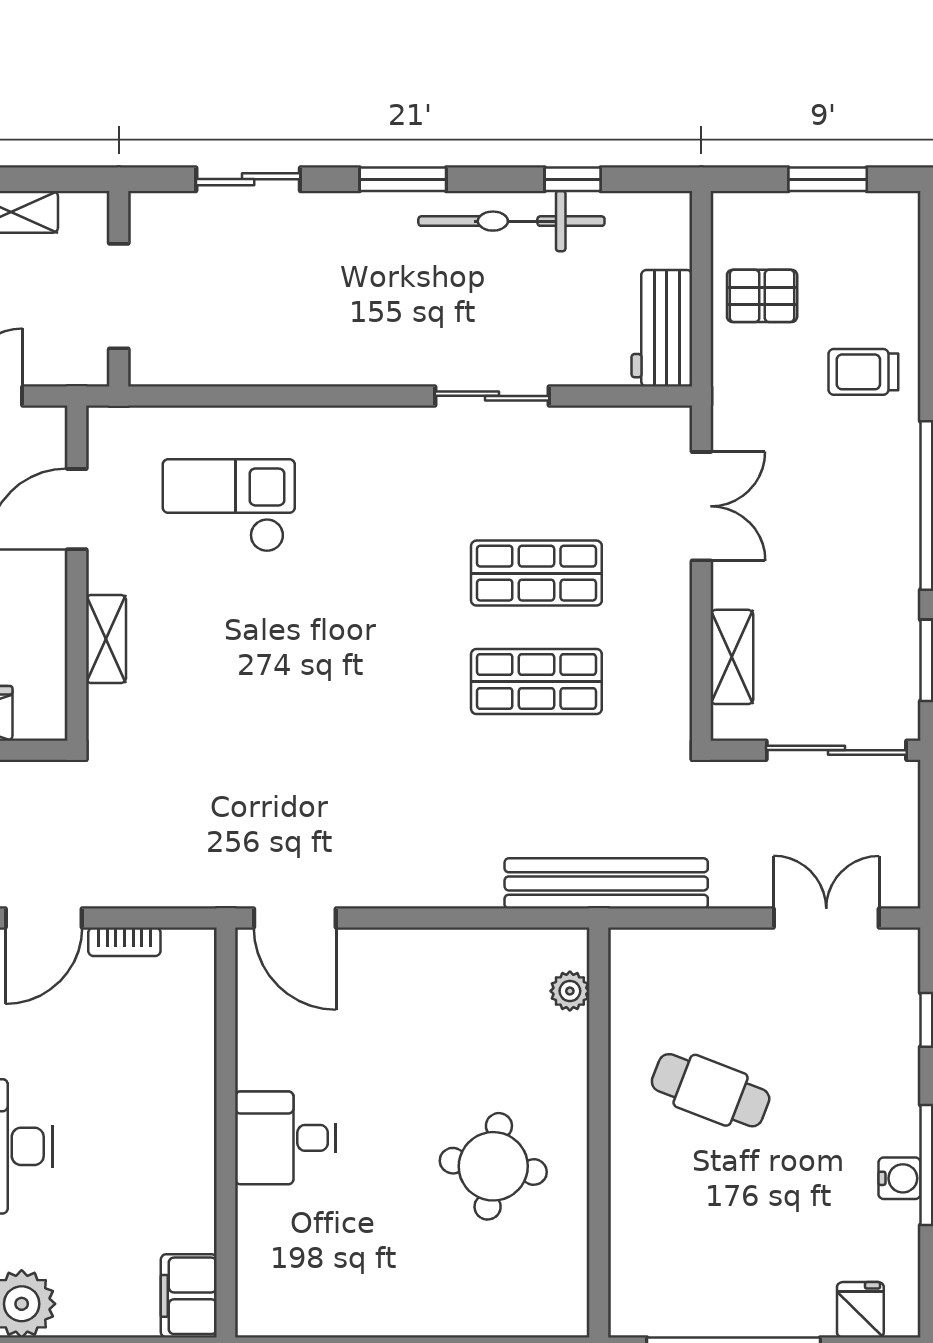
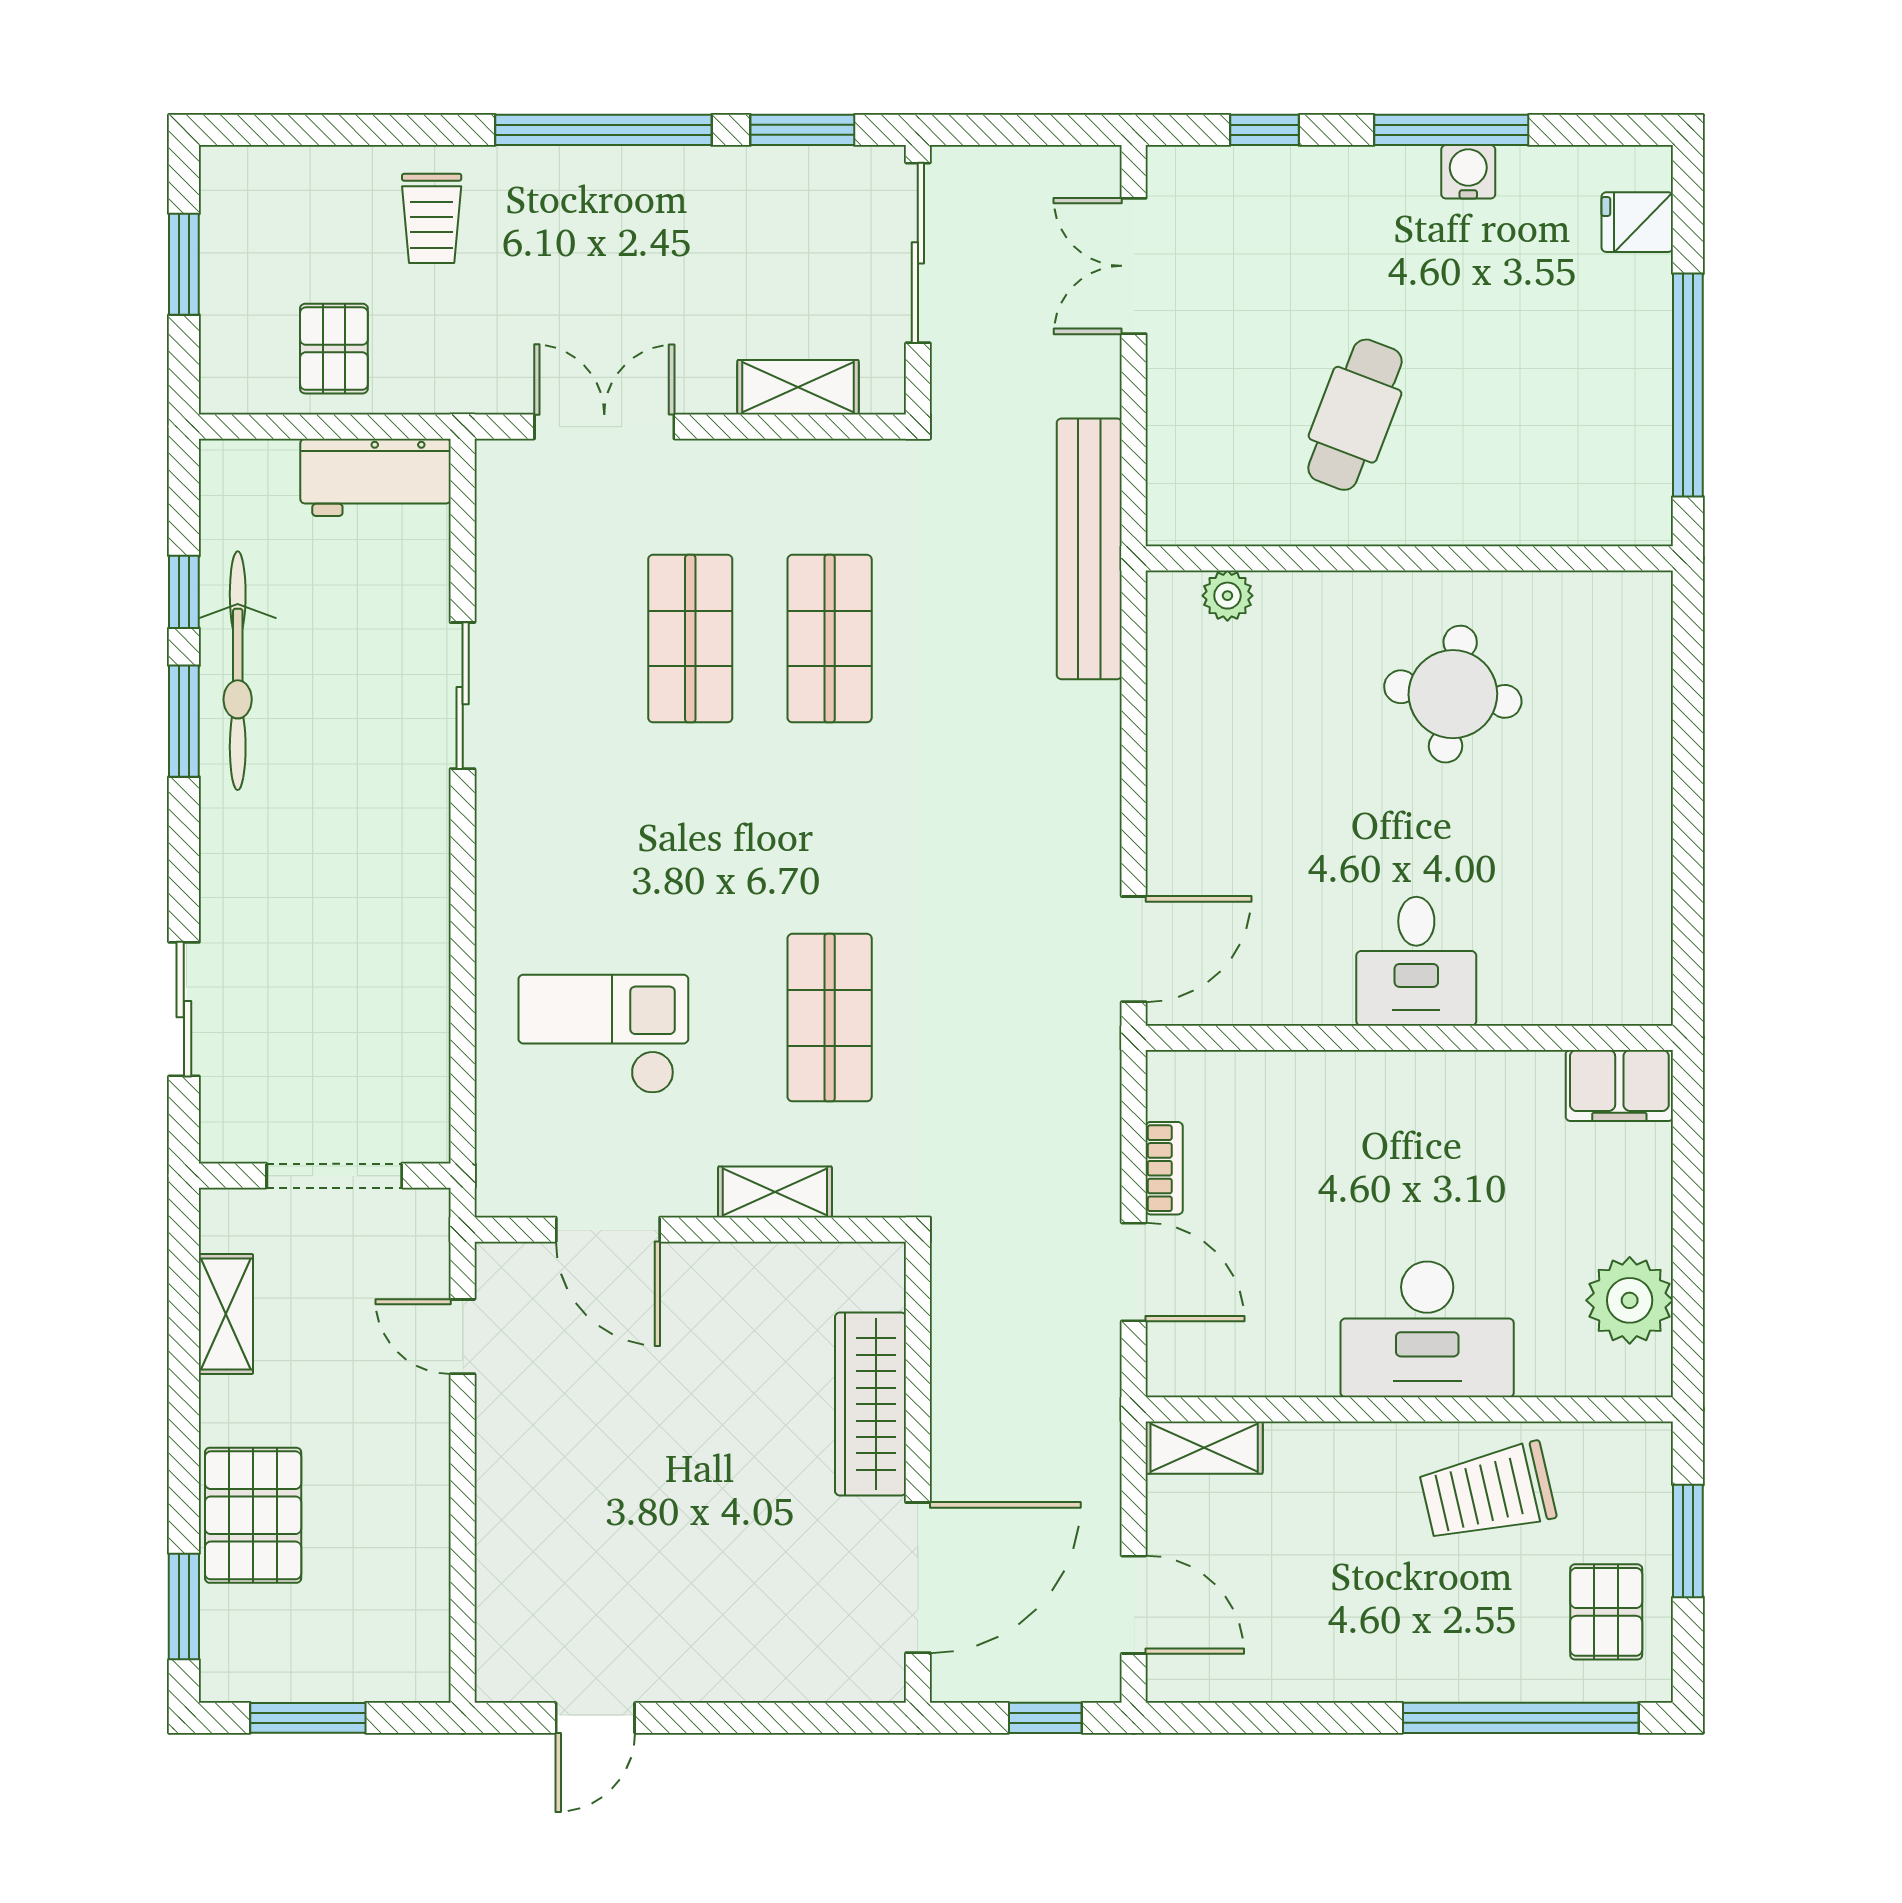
window: (403, 179) -> (184, 721), moved
checkout: (229, 506) -> (603, 1034), turned 90
shop shelf: (242, 681) -> (830, 1018), added

